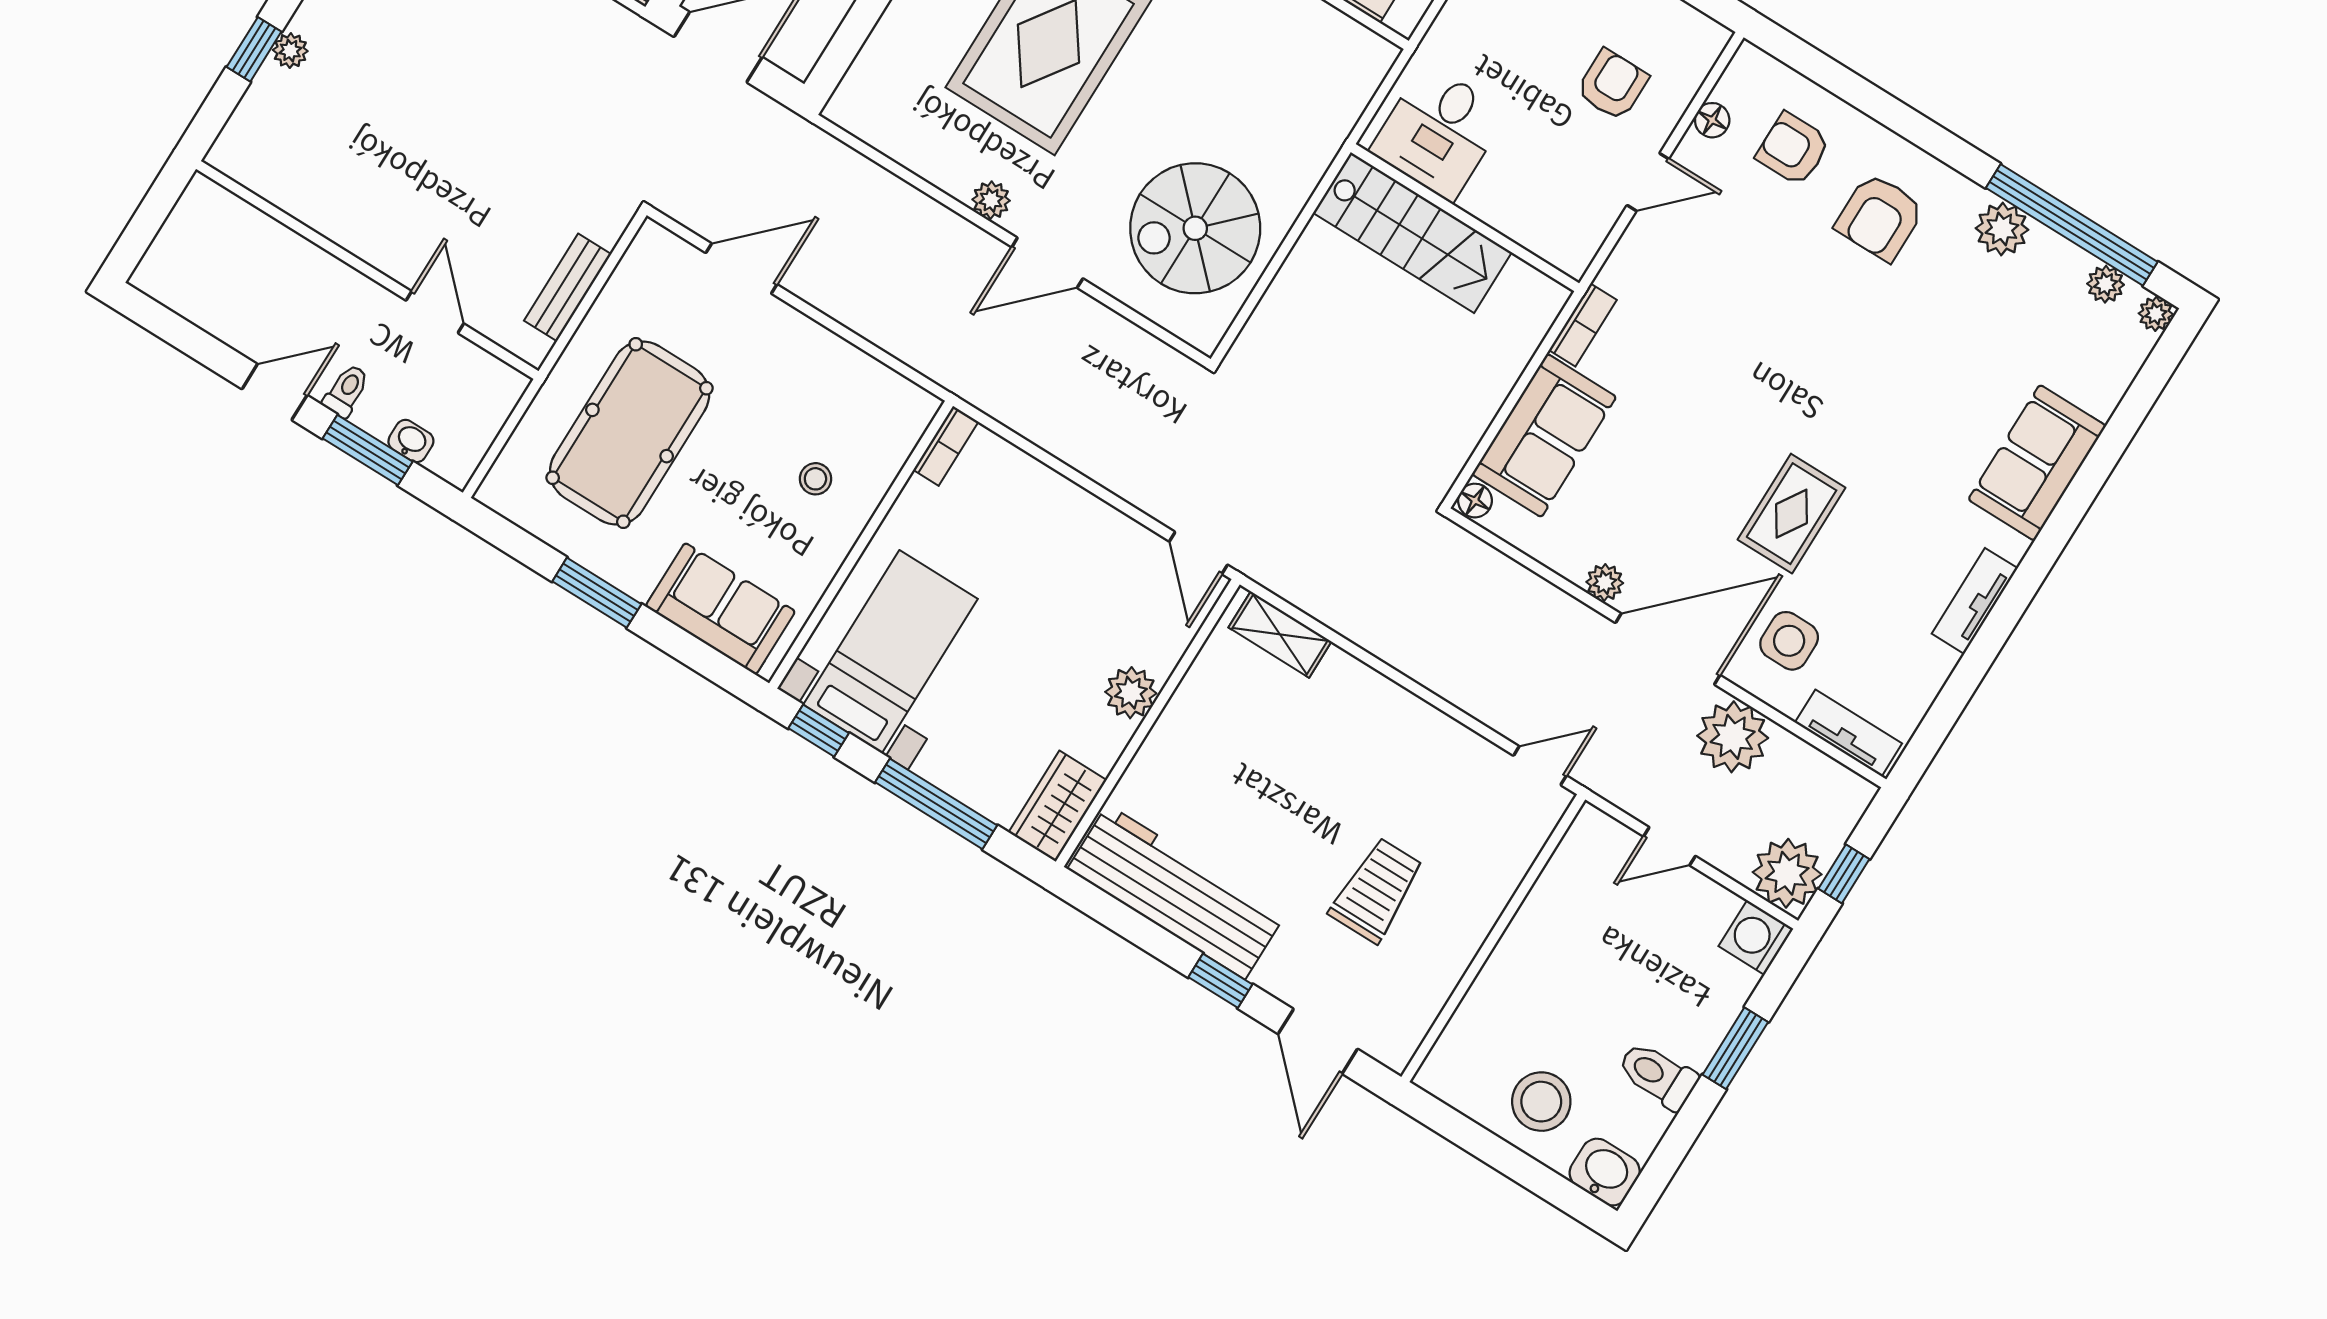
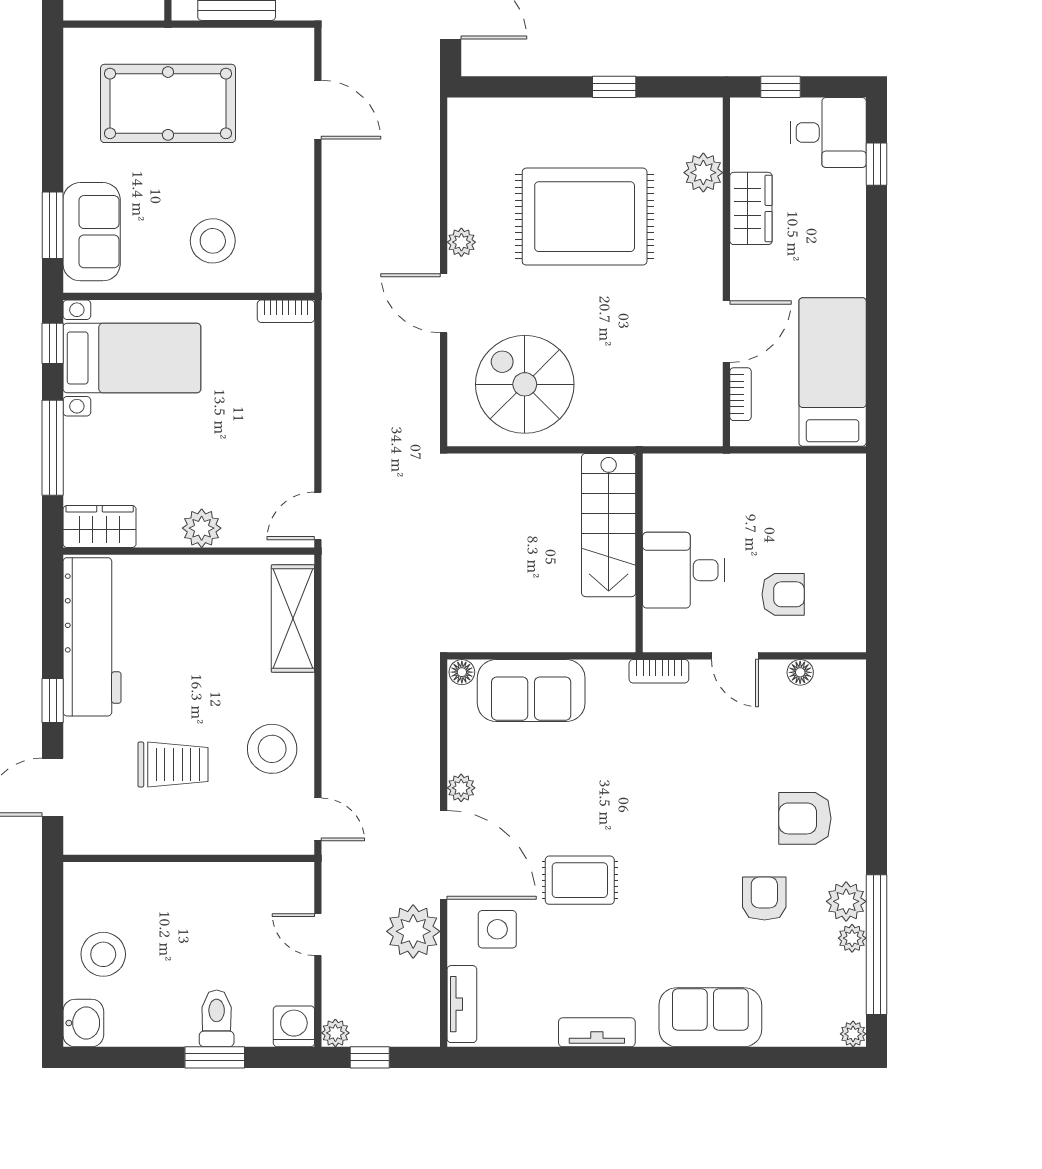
desk: (1439, 132) -> (684, 570), moved
armchair: (1793, 149) -> (764, 899), moved
plant: (2106, 284) -> (852, 938), moved
bookcase: (1583, 325) -> (659, 671), moved
stool: (815, 479) -> (213, 241), width x1.89, depth x1.89
window: (597, 593) -> (53, 225), moved
shelving: (1280, 634) -> (293, 619), width x1.50, depth x1.33
stool: (1428, 768) -> (272, 749), added
plant: (1787, 873) -> (335, 1033), width x0.53, depth x0.53
toilet: (1658, 1075) -> (217, 1018), moved

